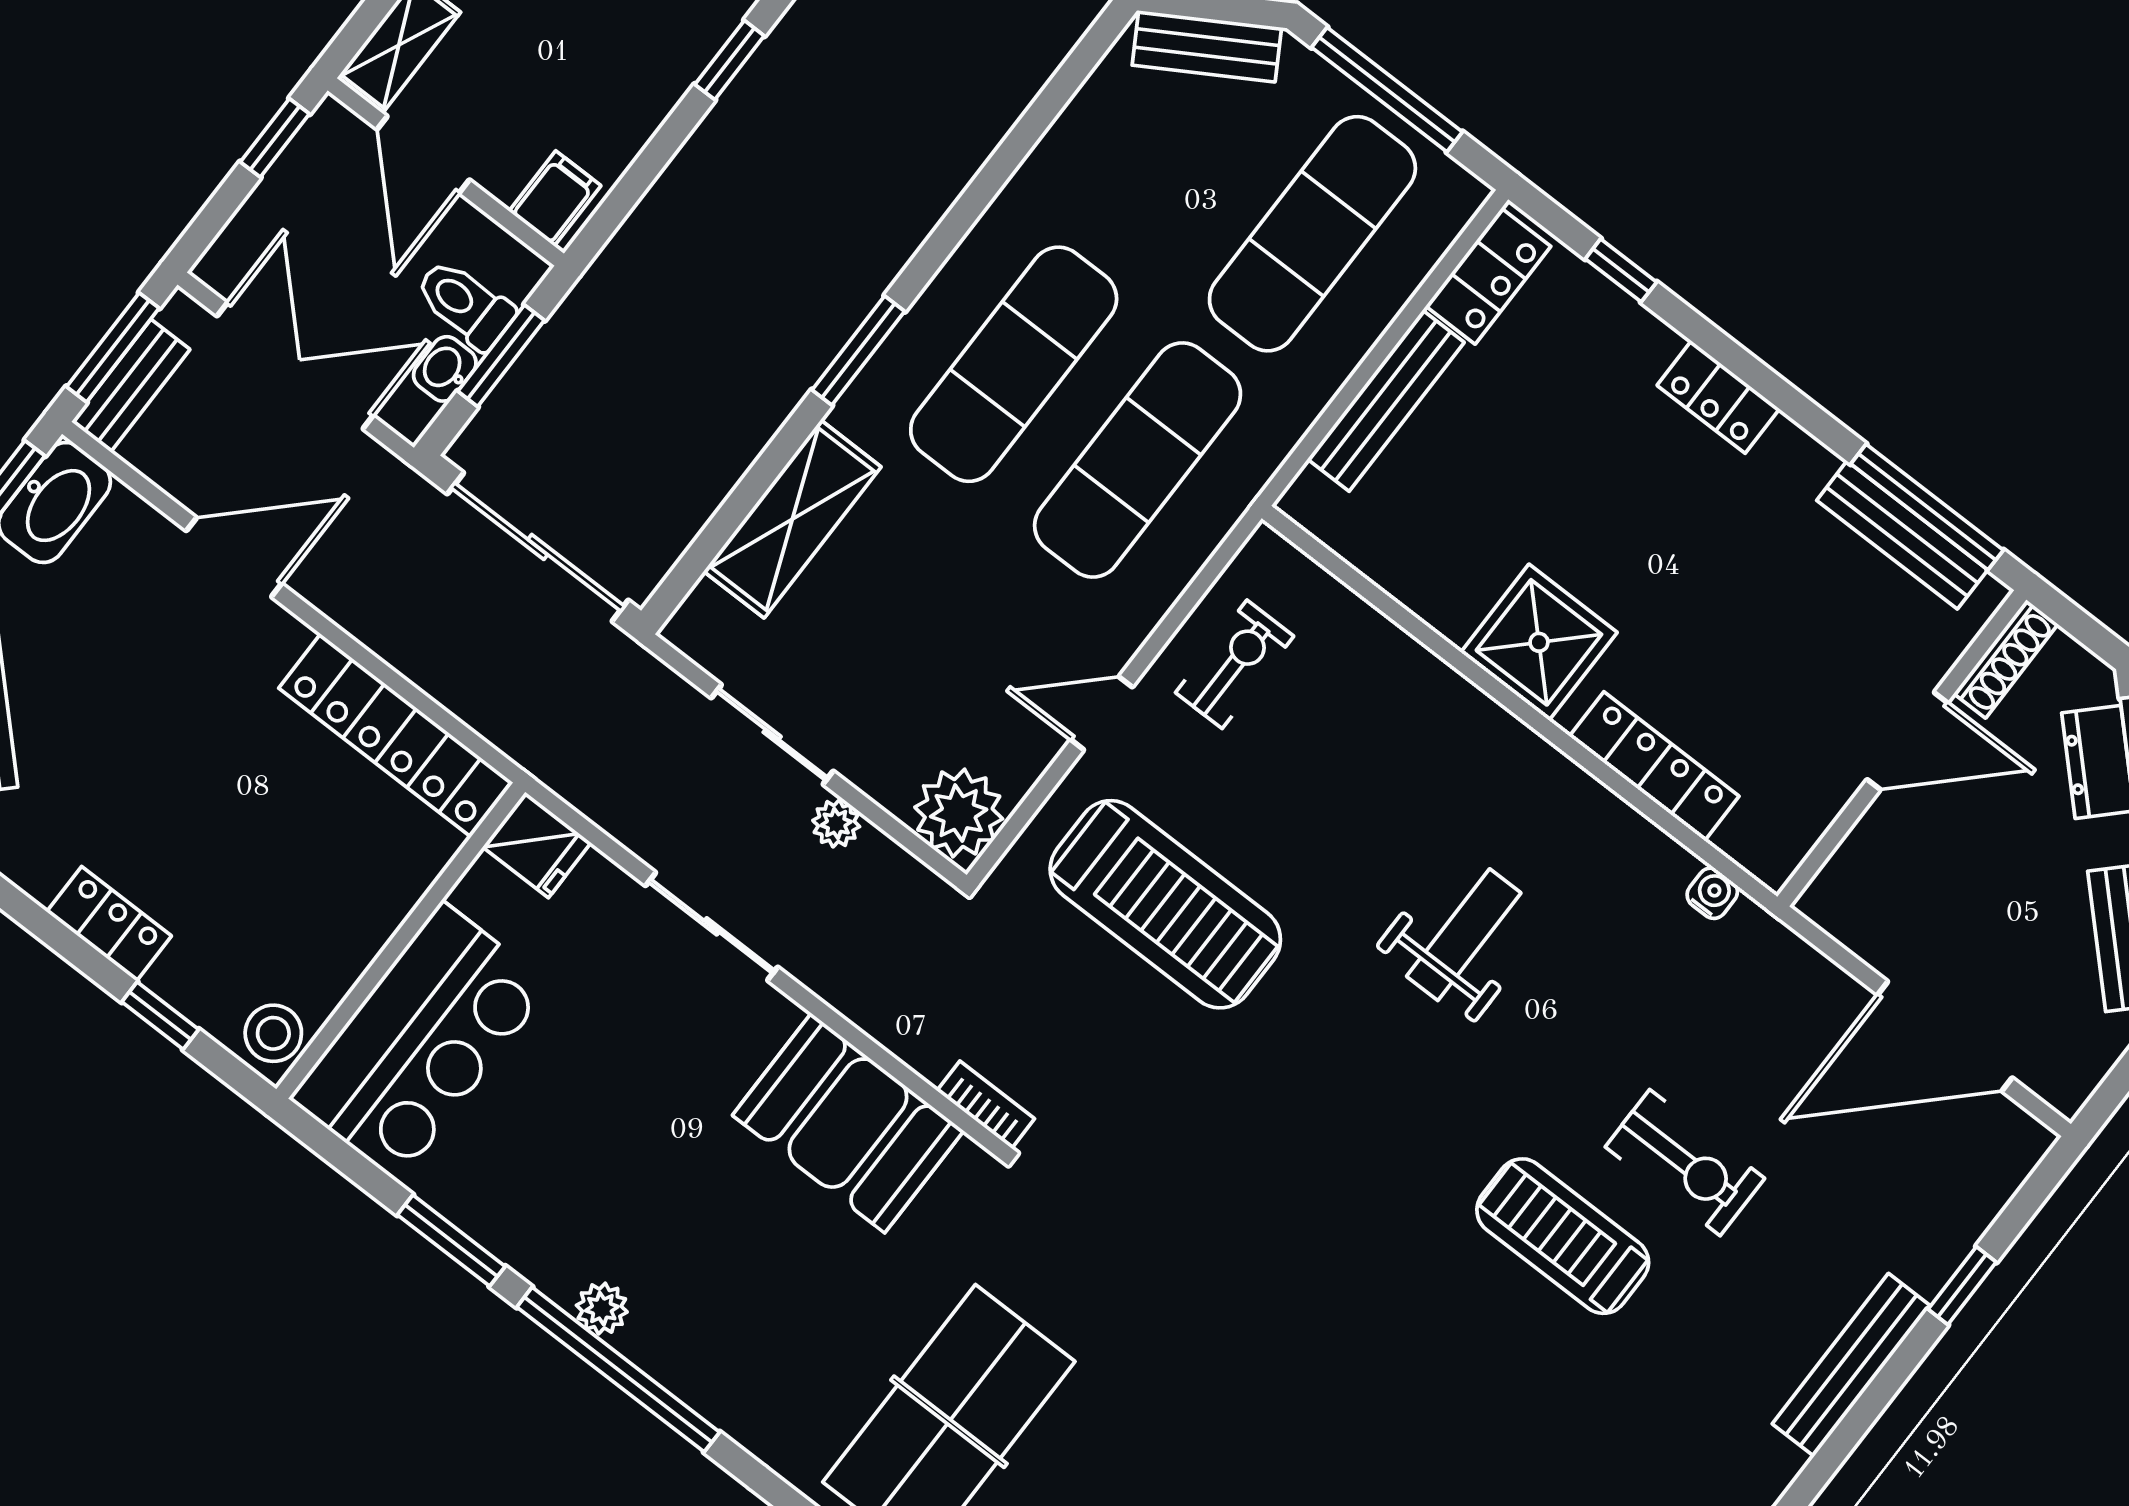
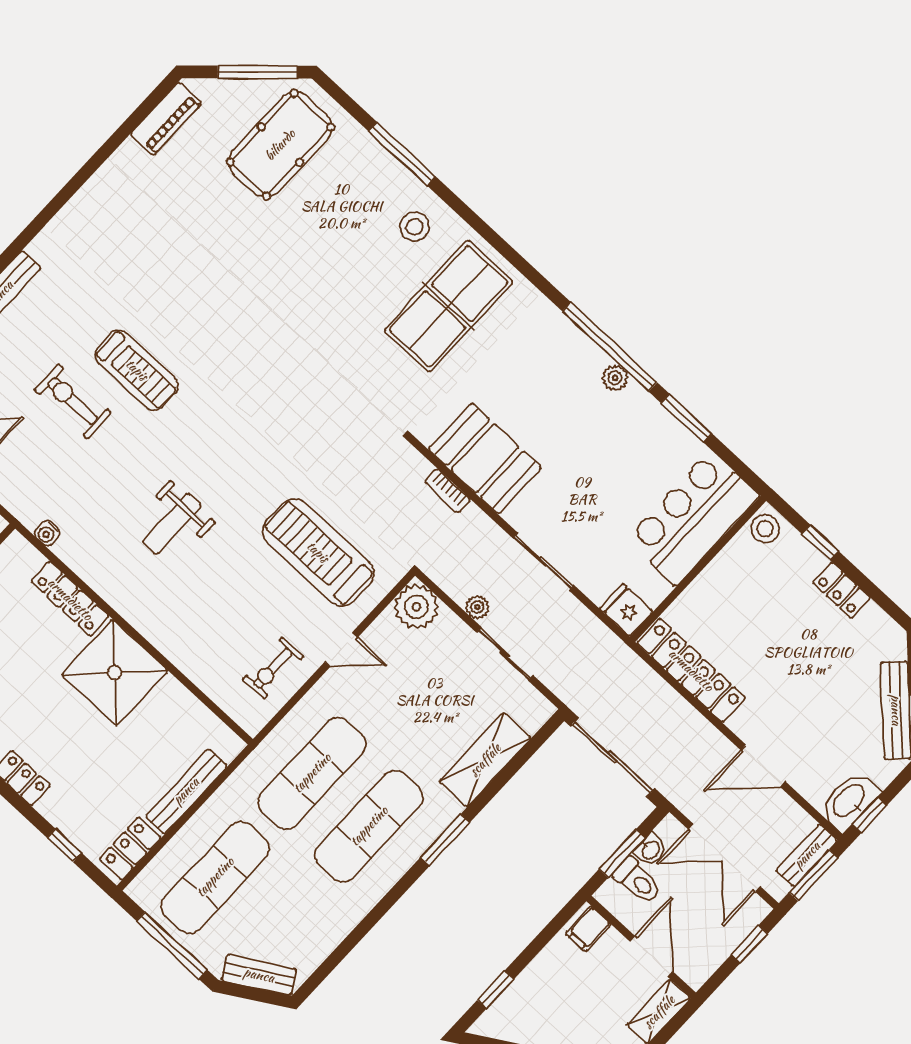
window: (275, 138) -> (749, 944), moved
shower: (1539, 642) -> (115, 673), width x1.37, depth x1.37
bookcase: (986, 1105) -> (448, 491), moved

